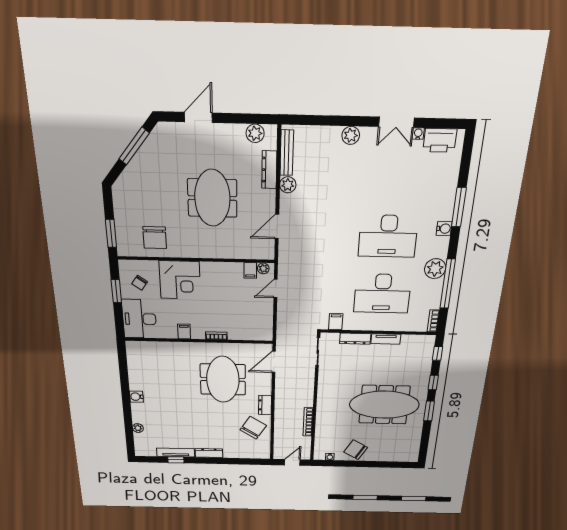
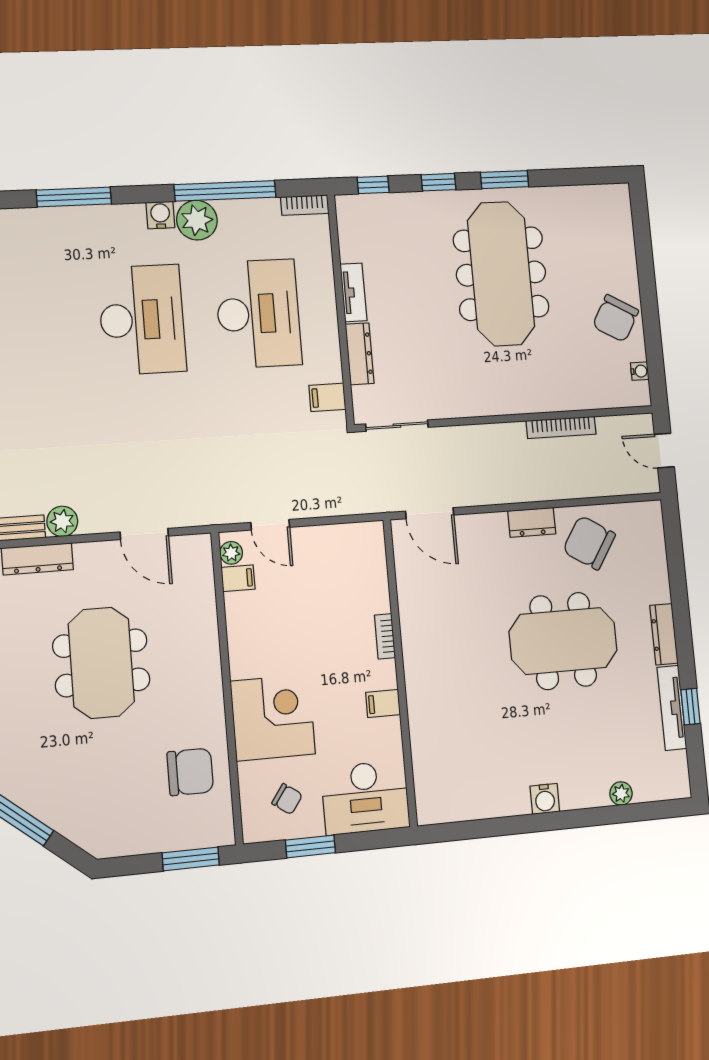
meeting table: (212, 198) -> (101, 663), turned 90
water cooler: (444, 229) -> (160, 215), moved
meeting table: (223, 379) -> (563, 641), moved

